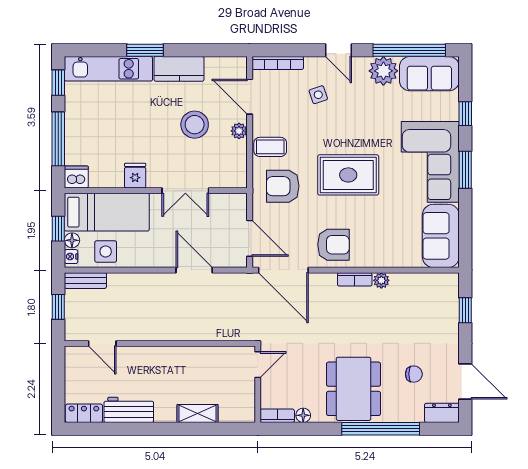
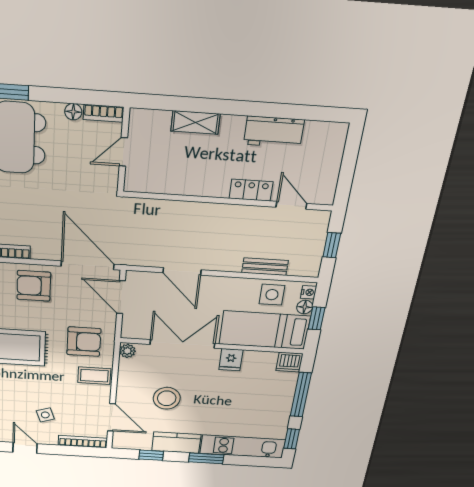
window: (204, 50) -> (151, 455), added
plant: (239, 131) -> (127, 351), moved
double door: (185, 191) -> (182, 344), width x1.37
bench: (85, 281) -> (265, 267), moved
door: (258, 365) -> (123, 152), moved
locker: (84, 413) -> (251, 190), moved, turned 180

